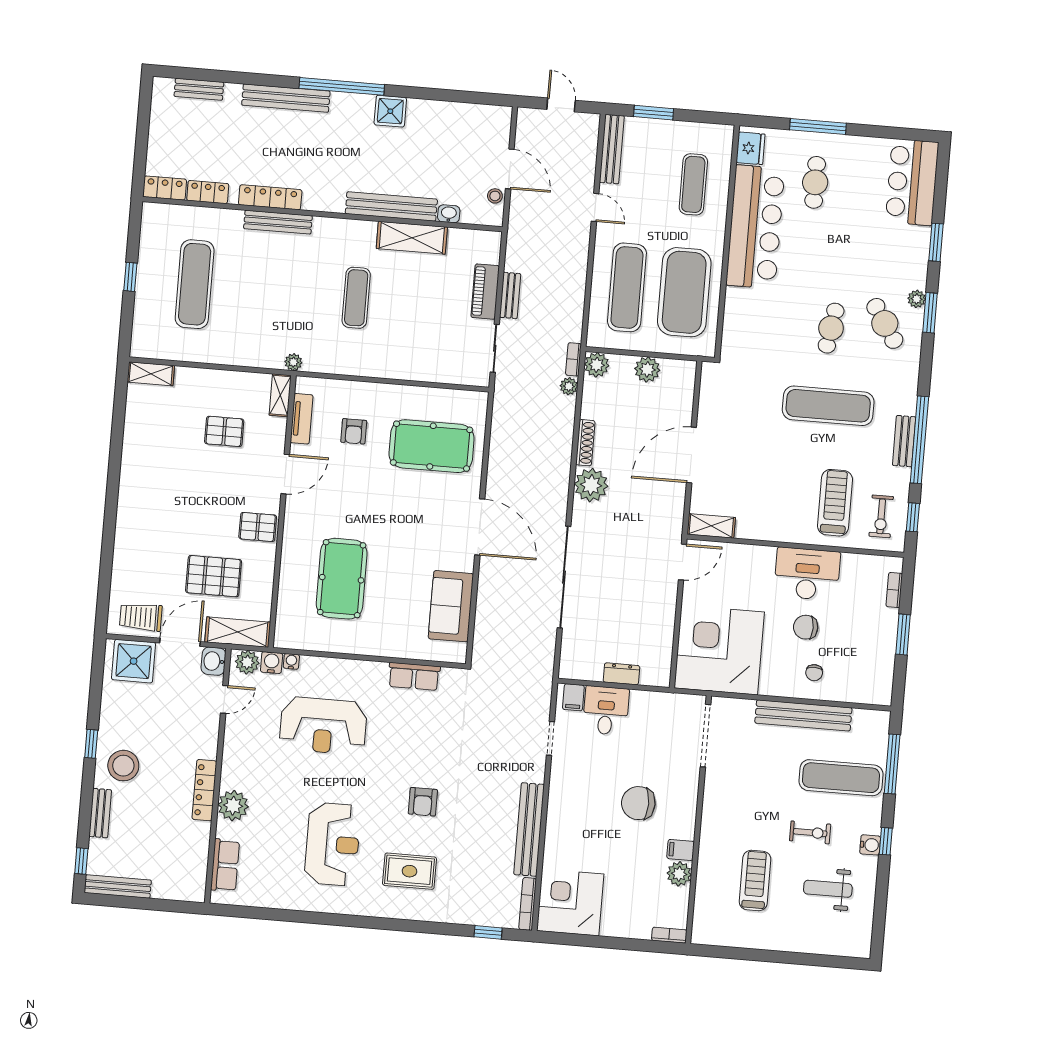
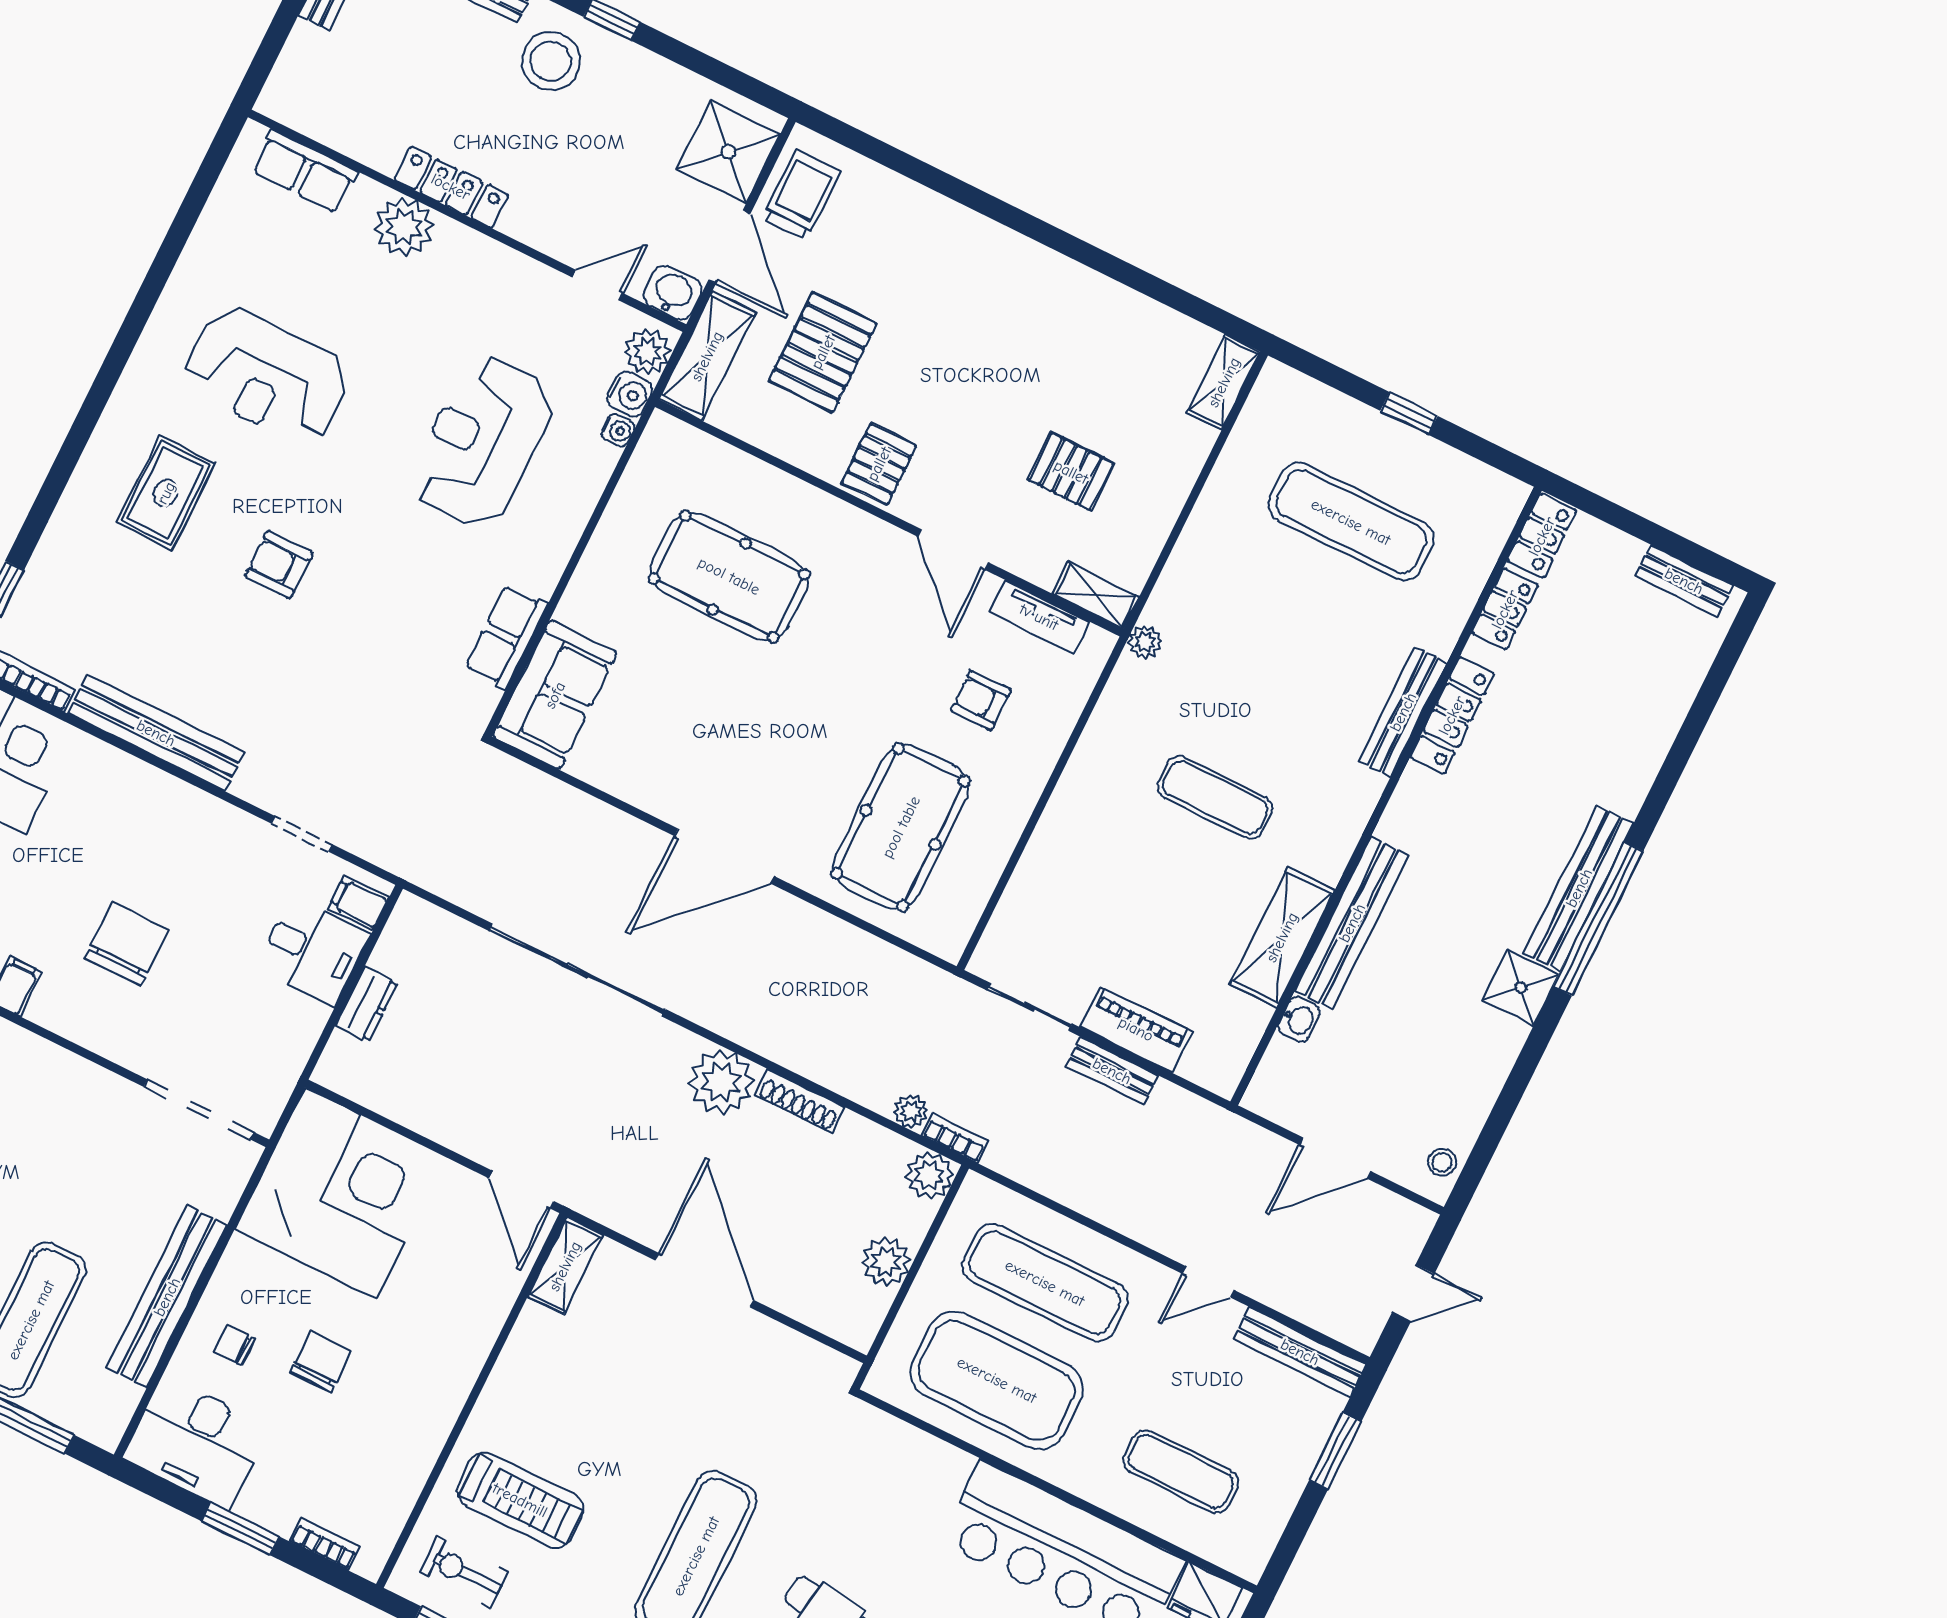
bench: (199, 89) -> (1684, 581), moved, turned 90
bench: (286, 98) -> (1579, 888), moved
stool: (495, 196) -> (1442, 1162), moved
pallet: (224, 431) -> (1071, 472), turned 90
desk: (807, 574) -> (196, 1443), moved, turned 90
sofa: (451, 606) -> (555, 695), moved, turned 90
door: (224, 699) -> (598, 285), swing flipped

